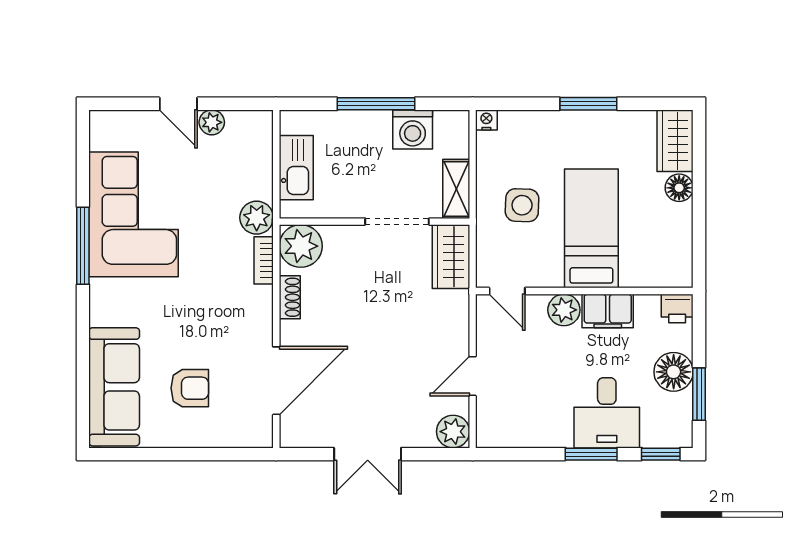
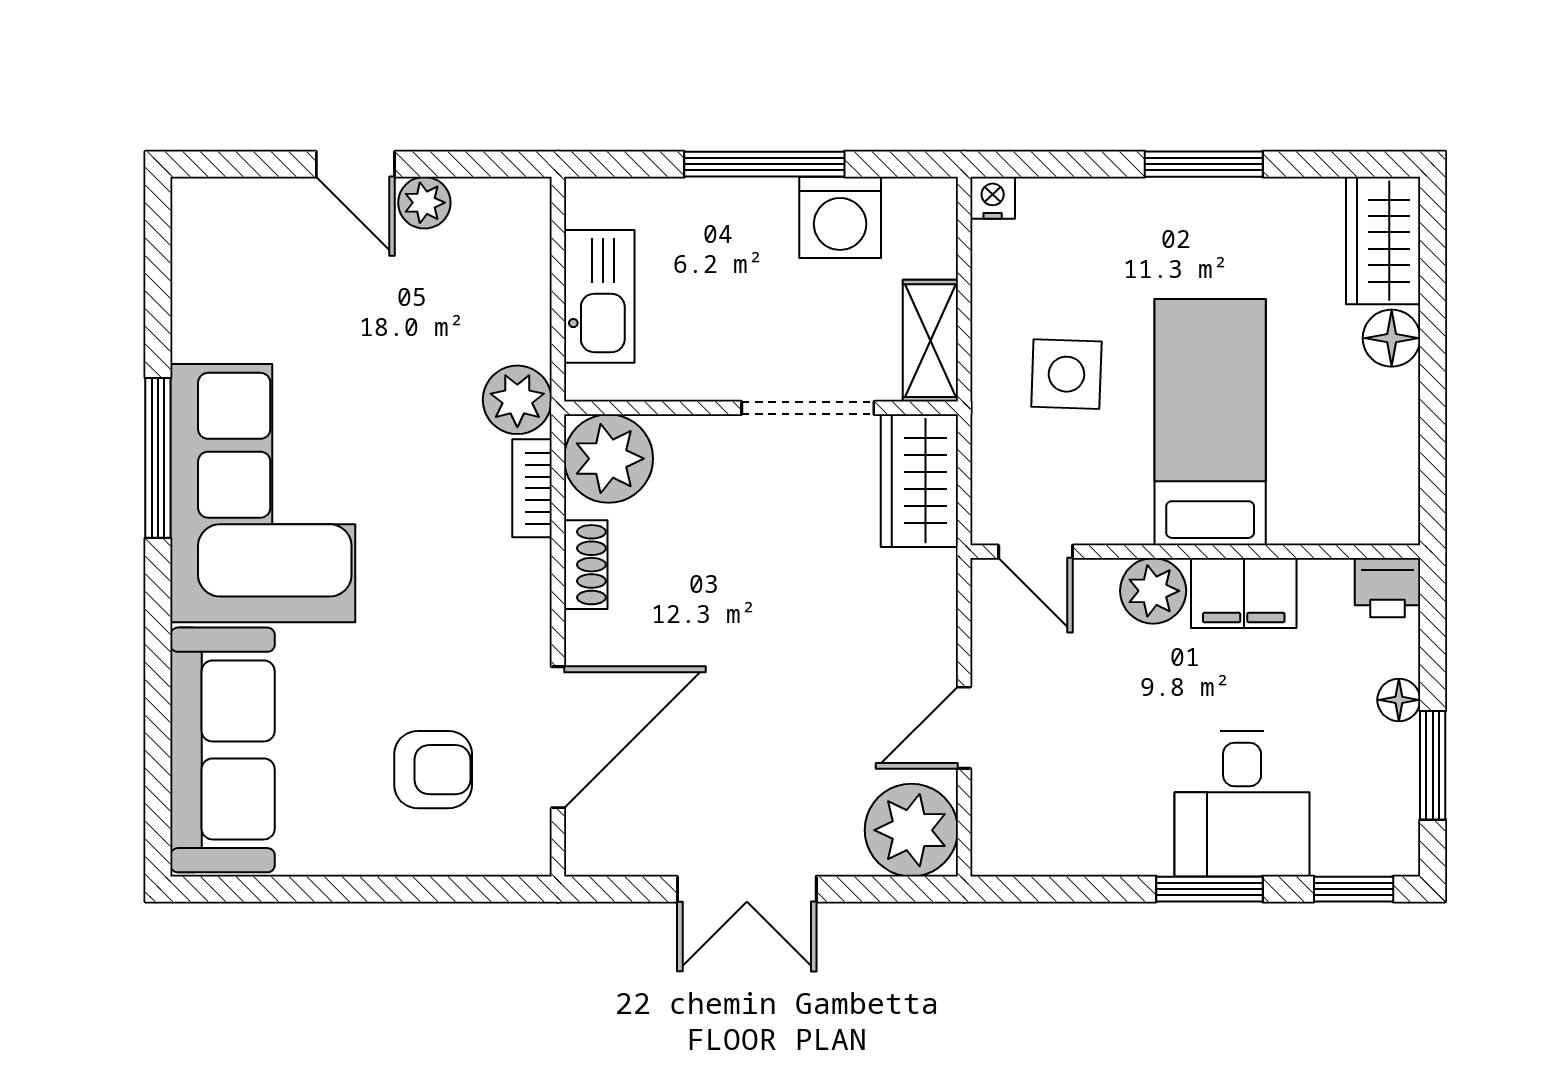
corner sofa: (134, 214) -> (263, 493), moved
floor lamp: (674, 372) -> (1399, 700), width x0.53, depth x0.53
armchair: (190, 388) -> (433, 770), moved
plant: (453, 432) -> (911, 830), width x1.36, depth x1.36

